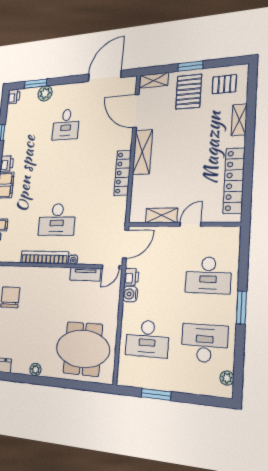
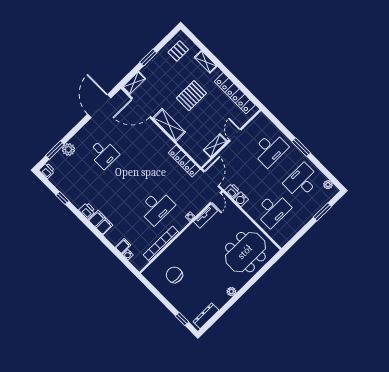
pallet: (189, 92) -> (191, 96), moved, turned 90
locker: (123, 173) -> (184, 161), moved
bookcase: (44, 257) -> (161, 244), moved
window: (156, 394) -> (322, 212), moved

